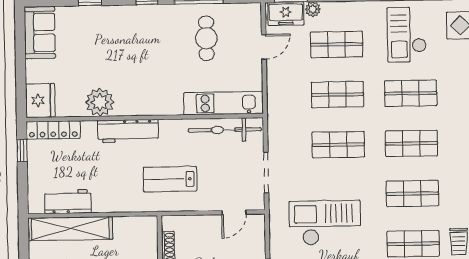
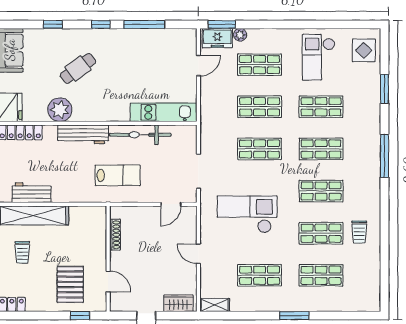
cafe table: (206, 38) -> (78, 68), moved, turned 53
bicycle: (225, 130) -> (140, 135), moved
lab bench: (170, 179) -> (118, 175), turned 180

